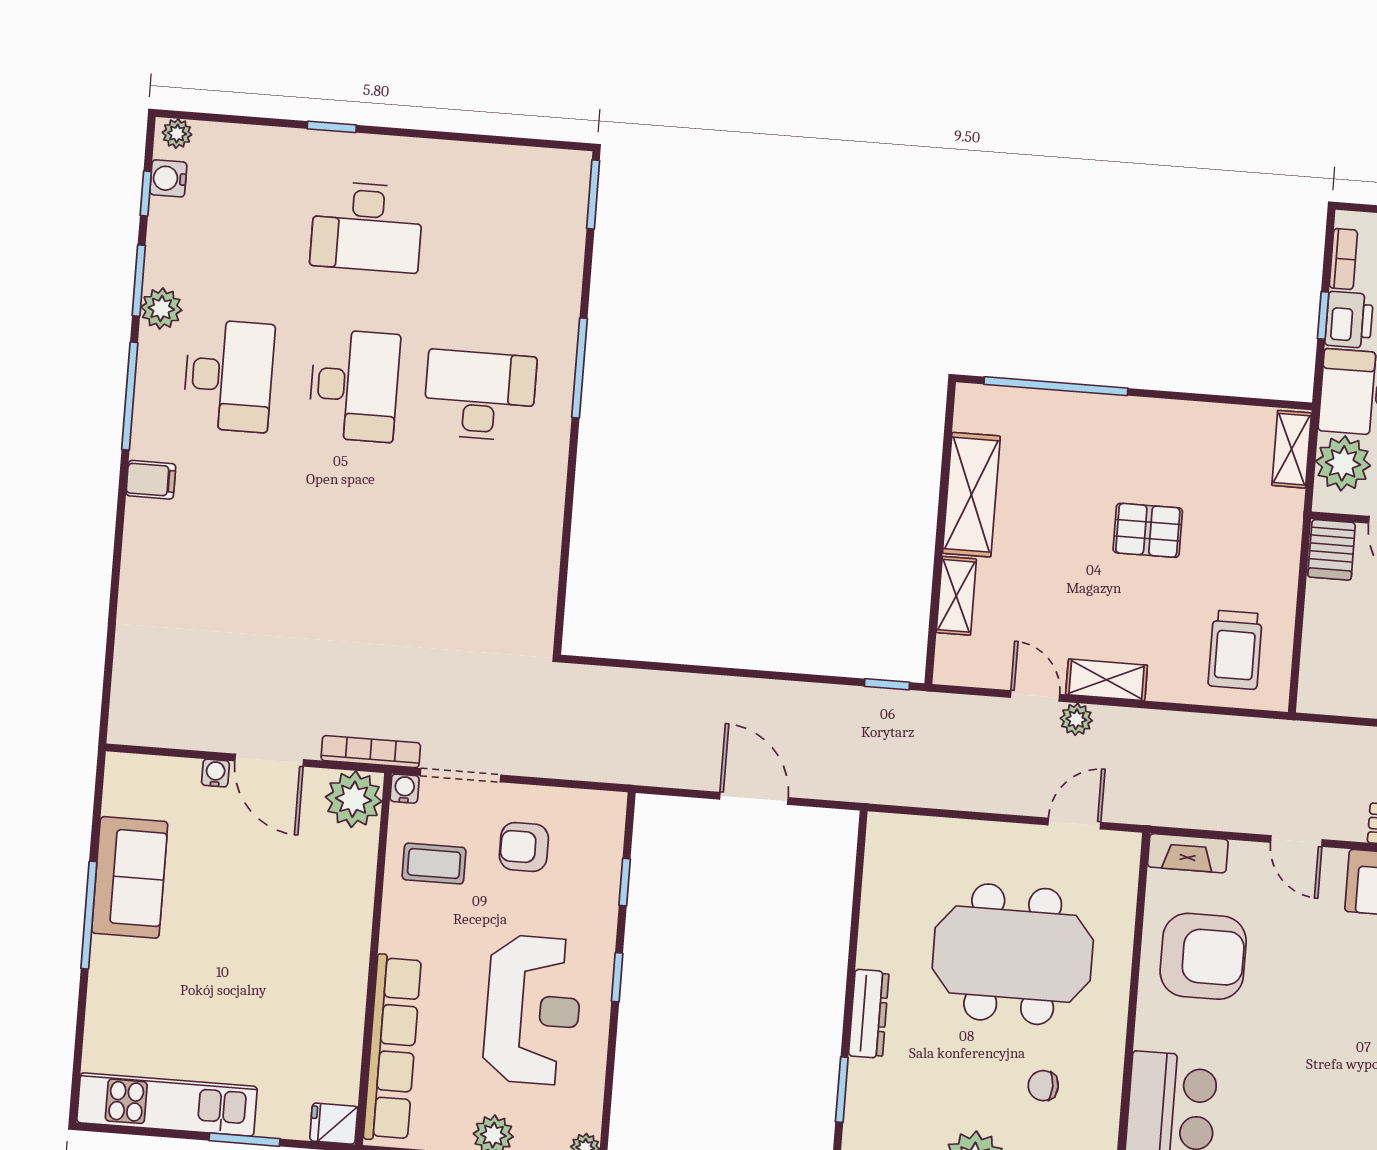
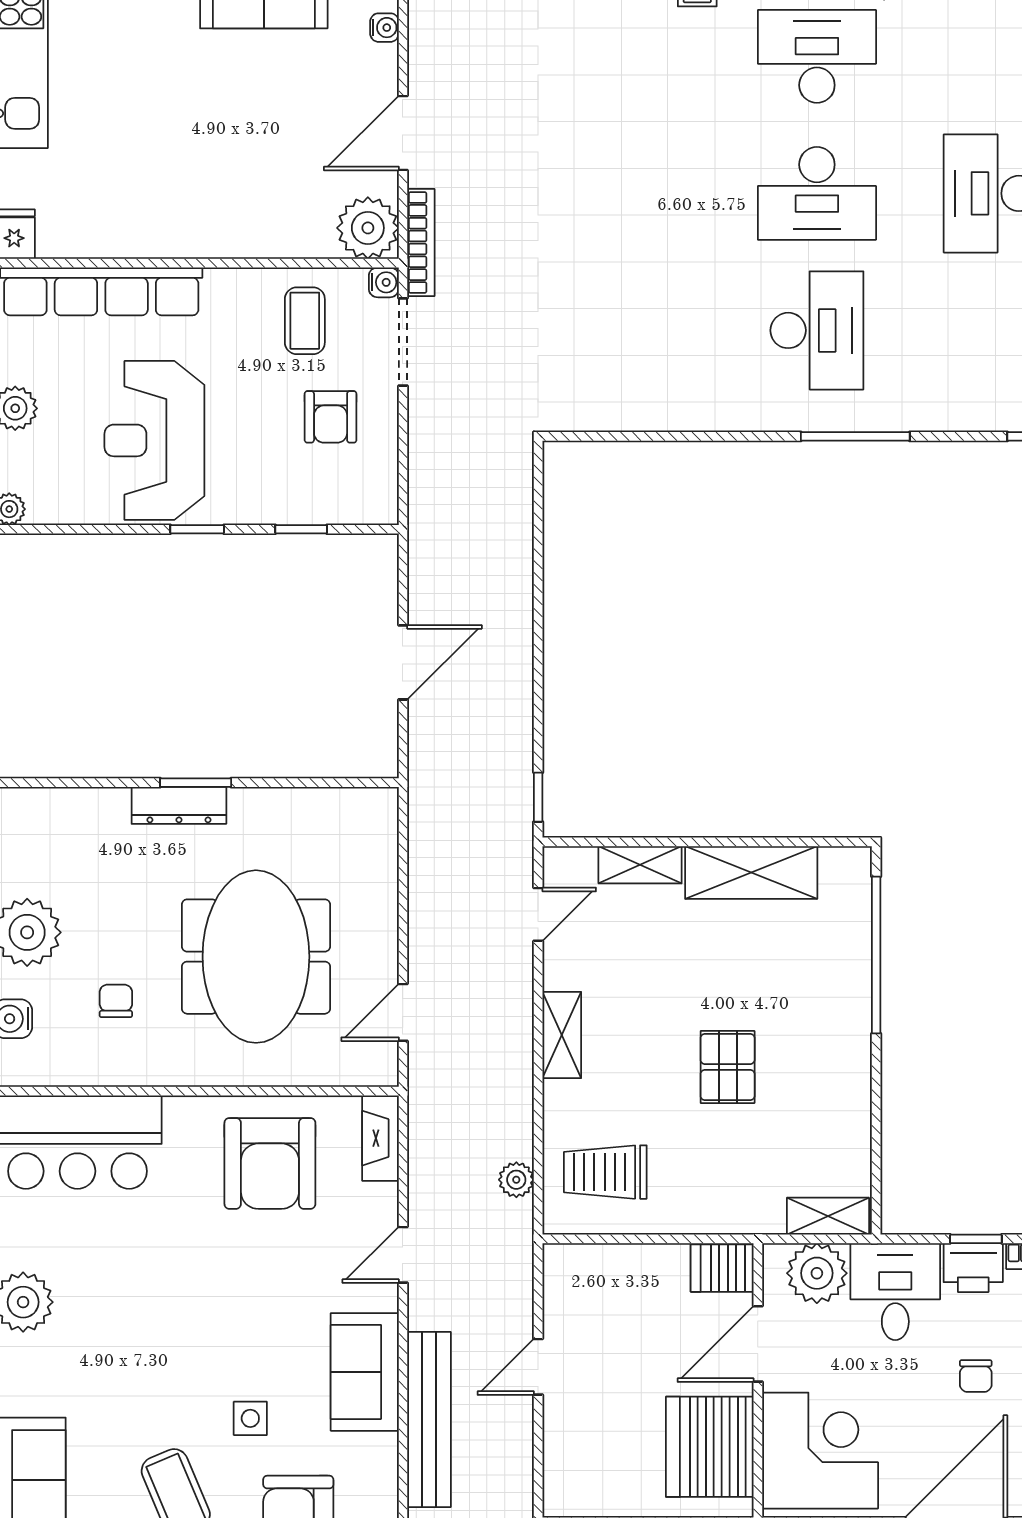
desk: (229, 376) -> (817, 56), turned 180
door: (1035, 696) -> (538, 914), moved
plant: (1076, 719) -> (516, 1180), moved
water cooler: (215, 773) -> (384, 28), moved
door: (1074, 824) -> (403, 1012), swing flipped
armchair: (524, 847) -> (331, 417), turned 180
reception desk: (533, 1010) -> (154, 440), turned 90
window: (842, 1090) -> (196, 783), moved

